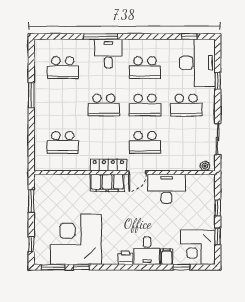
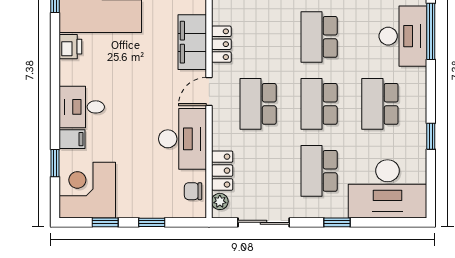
window: (189, 36) -> (431, 136), moved
desk: (108, 54) -> (403, 36), width x1.37
window: (218, 81) -> (337, 222), moved
locker: (108, 165) -> (221, 44), width x0.66
locker: (186, 165) -> (222, 171), added
door: (137, 173) -> (209, 92), hinge flipped
chair: (199, 182) -> (193, 191), added
printer: (125, 258) -> (70, 47), moved

